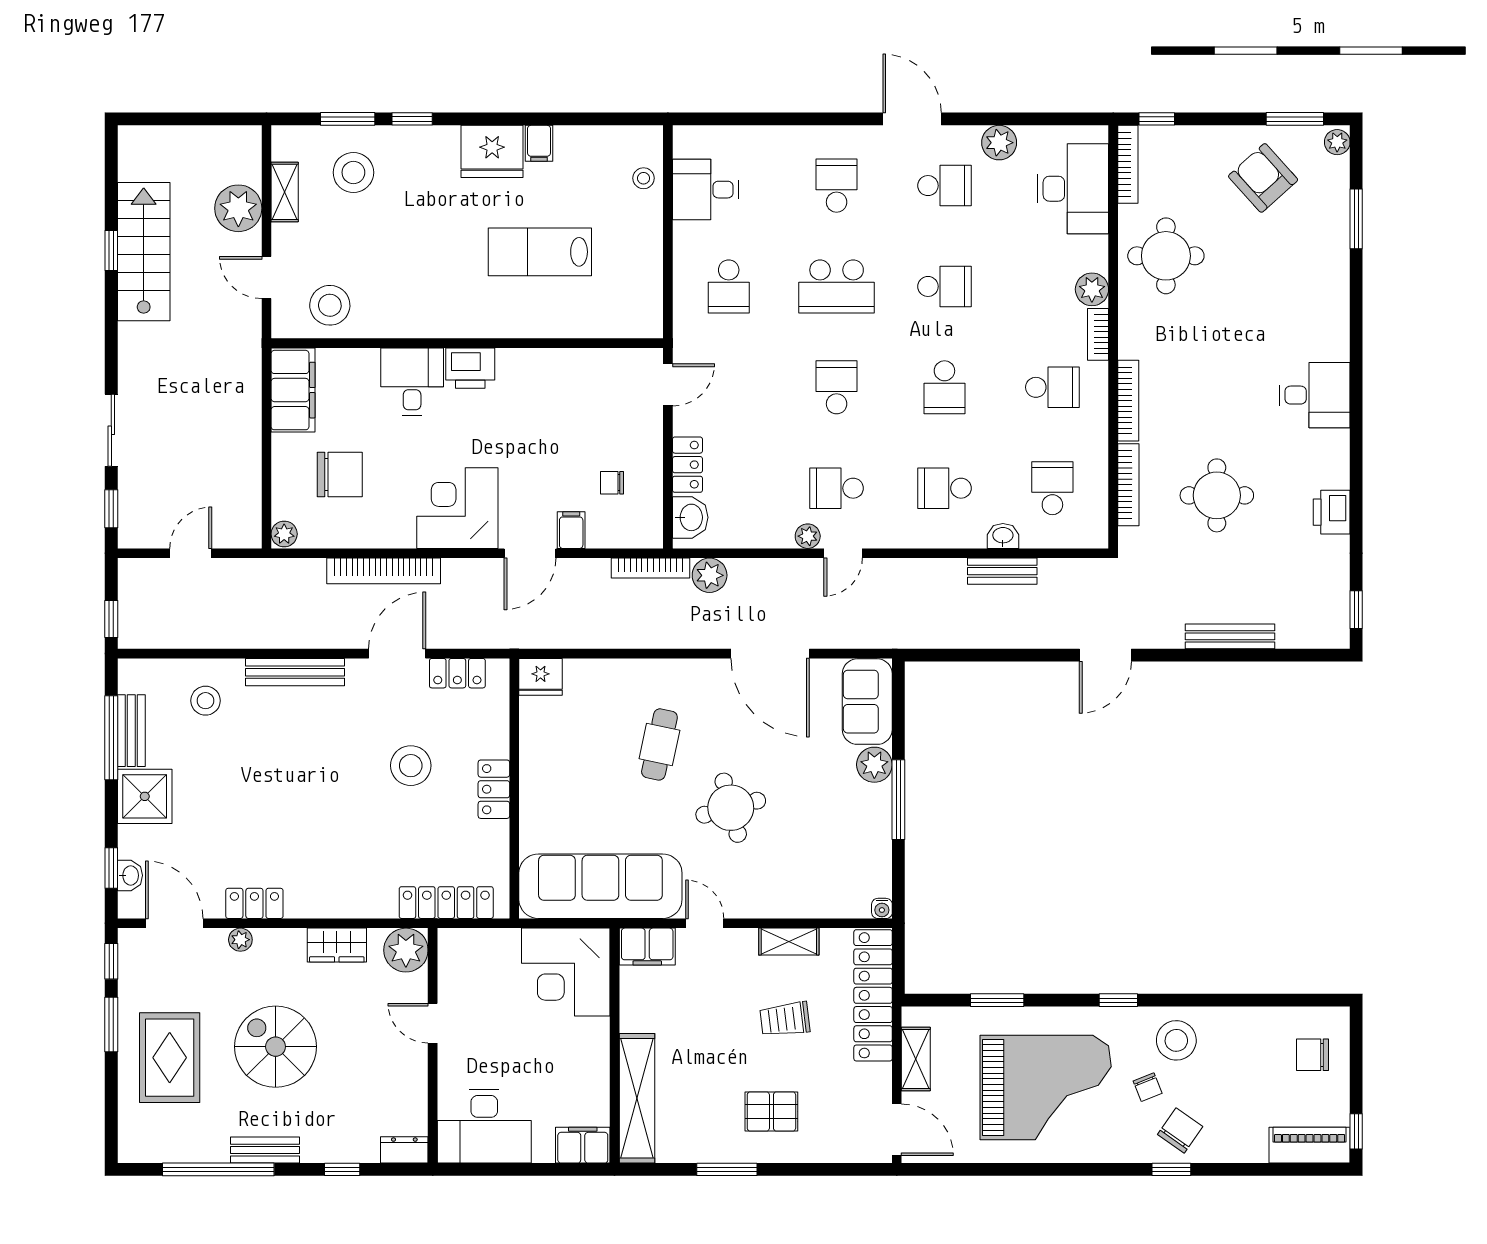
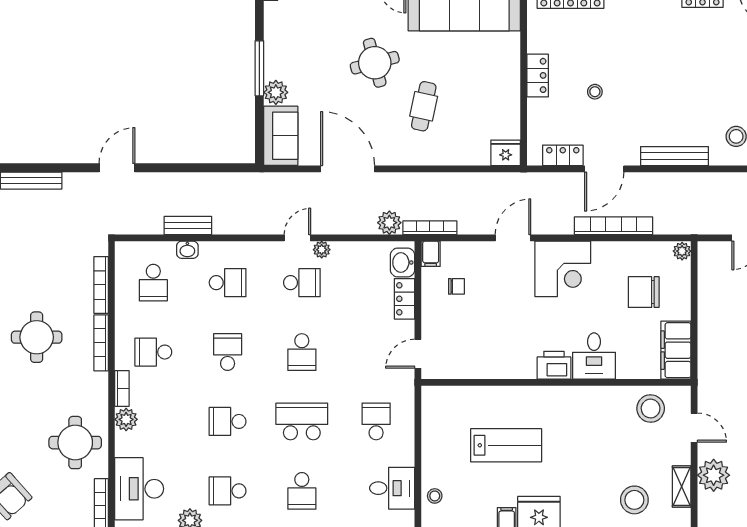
round table: (1217, 495) -> (37, 337), moved
filing cabinet: (571, 530) -> (431, 254), moved
stool: (411, 766) -> (595, 92), width x0.53, depth x0.53

